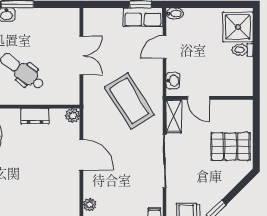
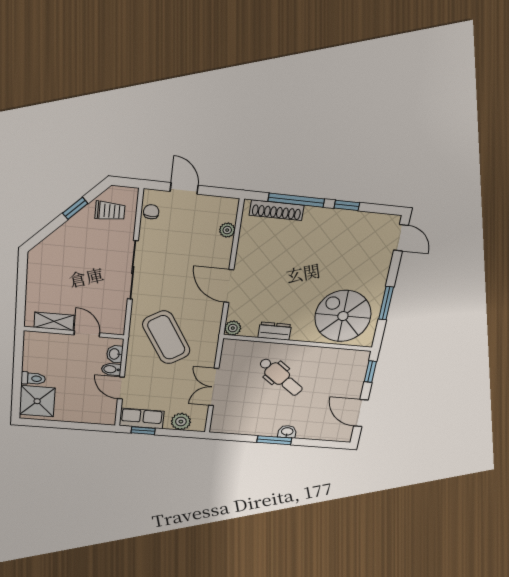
bidet: (175, 14) -> (111, 369), moved
plant: (107, 17) -> (181, 422), added
door: (164, 47) -> (121, 388), swing flipped
shelving: (174, 116) -> (54, 321), moved, turned 90
pallet: (231, 146) -> (53, 279), removed

